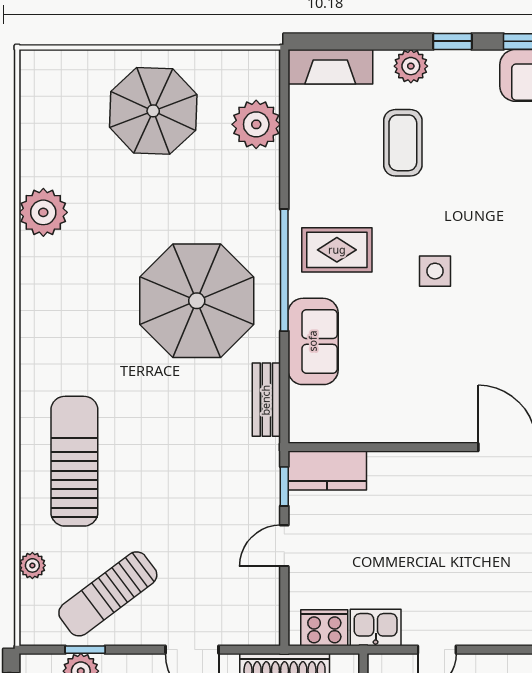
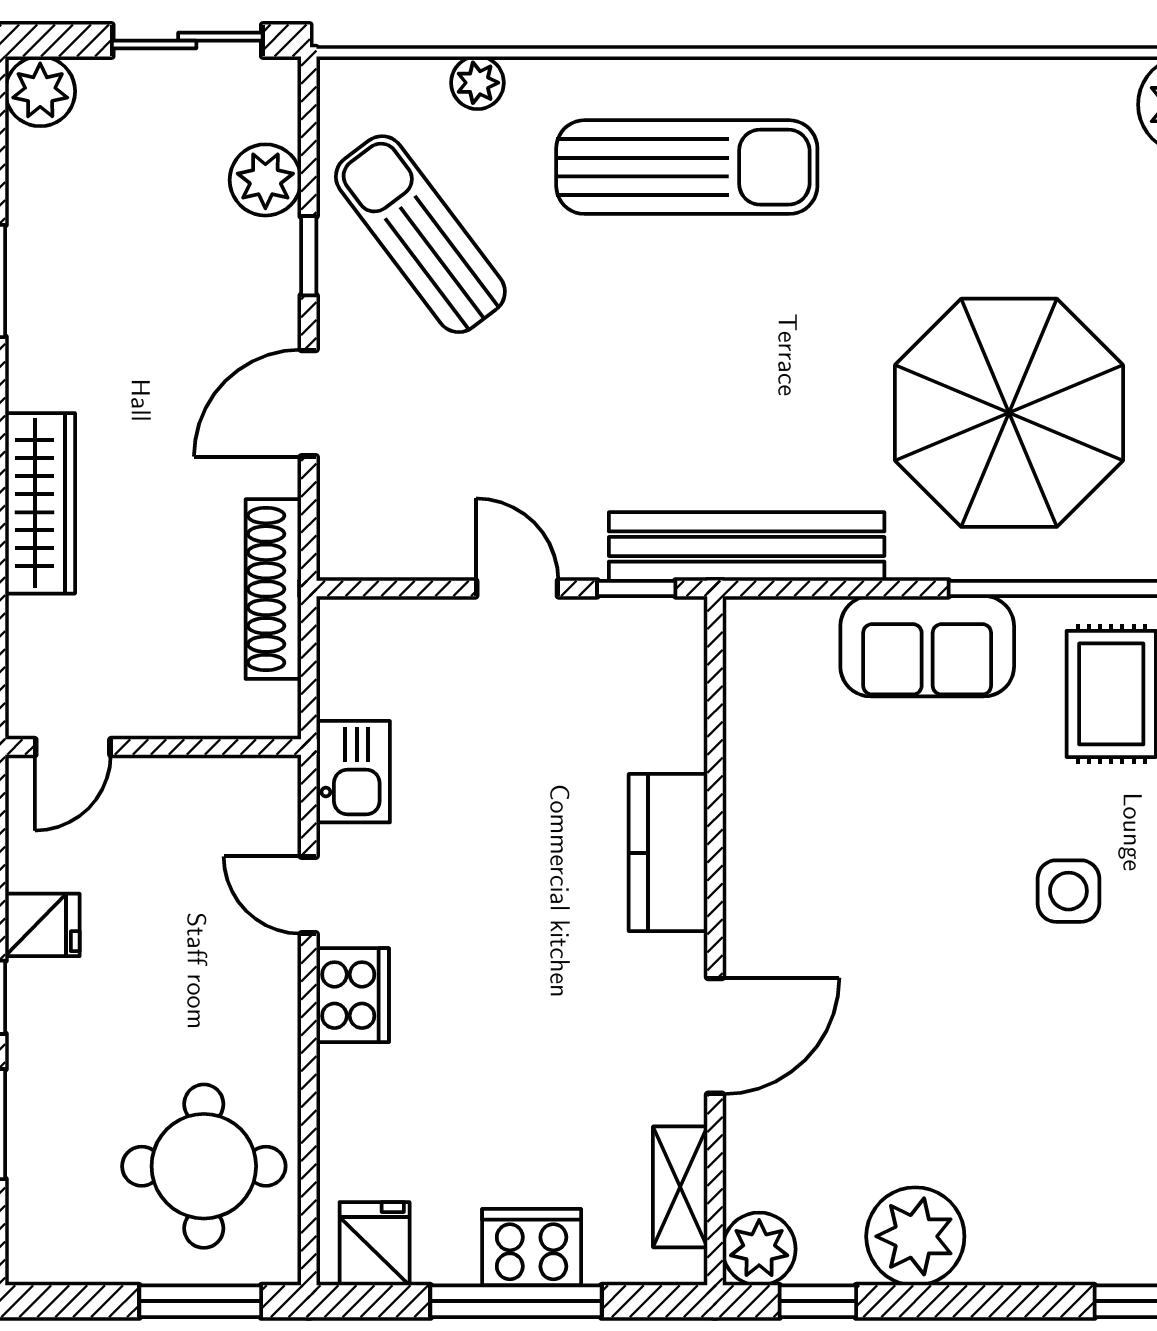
bench: (266, 400) -> (747, 546), width x1.86, depth x1.21
kitchen counter: (327, 471) -> (668, 853), moved
cooker: (324, 628) -> (353, 995), moved
window: (85, 650) -> (309, 256), moved

